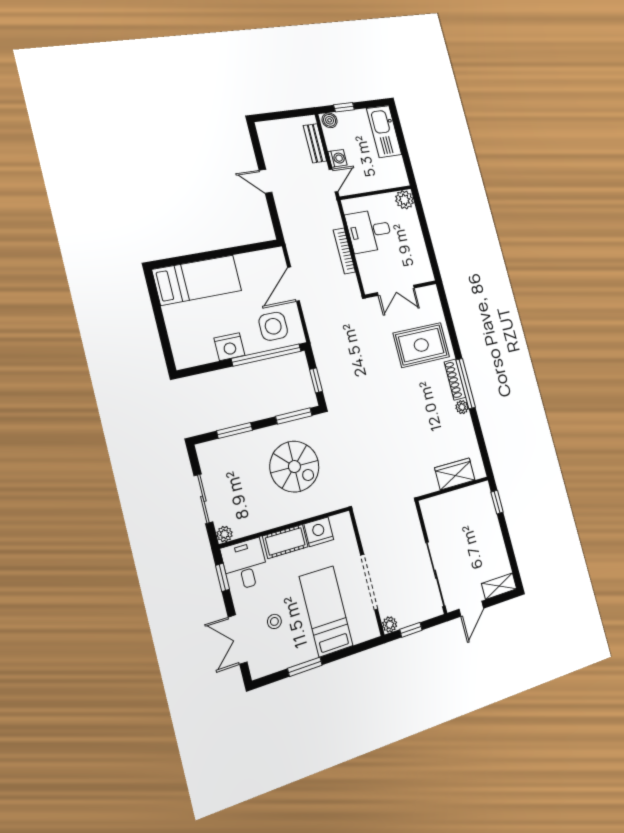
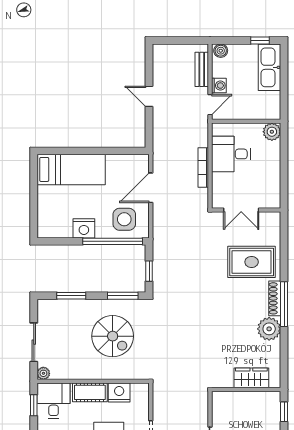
window: (344, 107) -> (260, 41), moved
plant: (462, 407) -> (269, 329), width x1.88, depth x1.88

